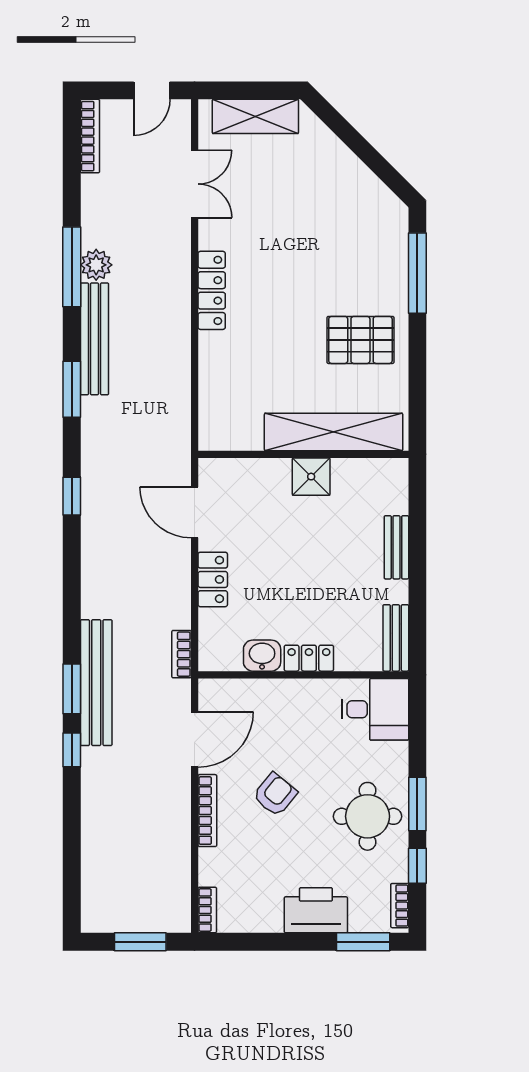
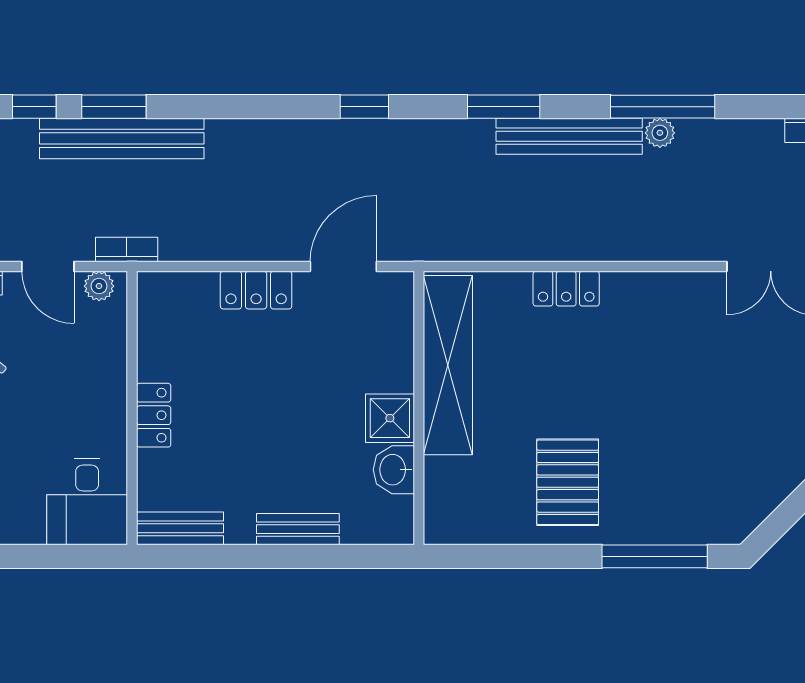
plant: (96, 265) -> (660, 133), width x0.73, depth x0.73
locker: (212, 290) -> (566, 289), moved, width x0.66
shelving: (334, 432) -> (448, 365), moved
bookcase: (182, 654) -> (127, 249), moved
washbasin: (262, 656) -> (394, 470), moved, turned 180
plant: (210, 700) -> (99, 286), added
door: (195, 739) -> (48, 266), width x0.73

